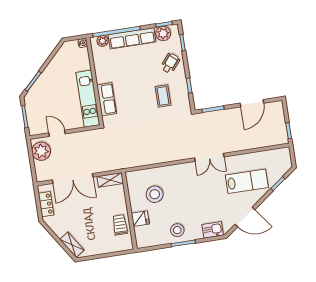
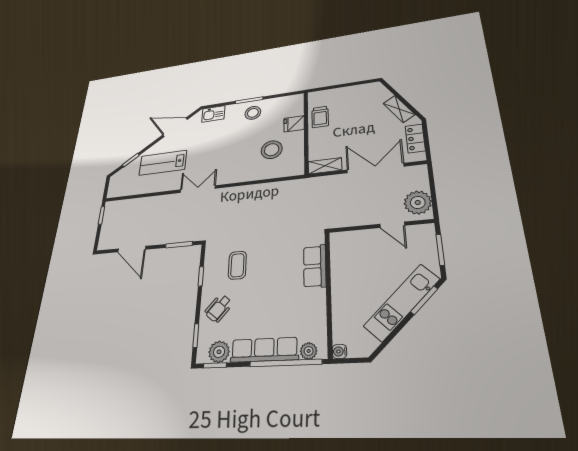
kitchen unit: (88, 99) -> (402, 302), moved, turned -135
door: (252, 103) -> (132, 249), swing flipped
shelving: (72, 245) -> (399, 109), moved

